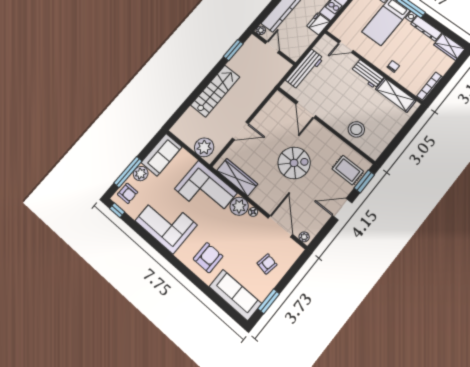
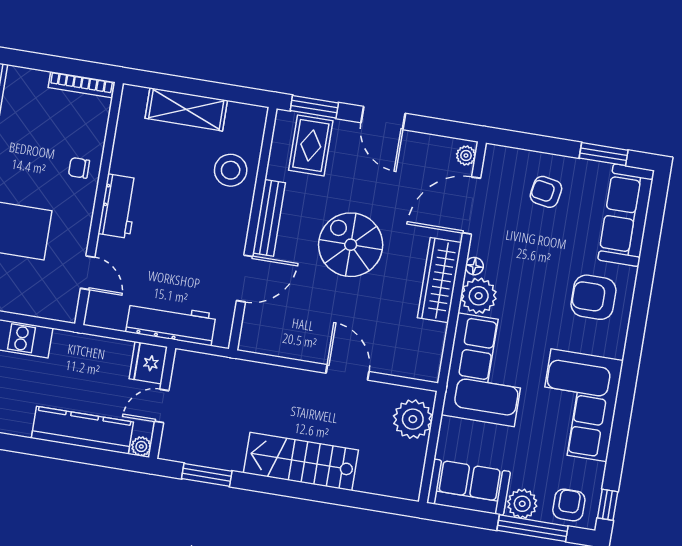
fridge: (318, 24) -> (148, 363), moved, turned 90
shelving: (396, 95) -> (186, 109), moved, turned 90
bench: (326, 134) -> (269, 218), added
wardrobe: (237, 177) -> (439, 280), moved

